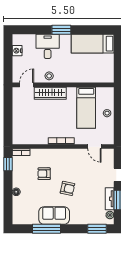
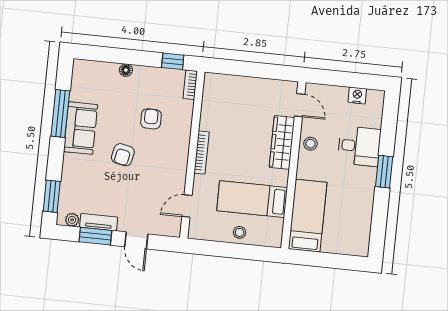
bed: (93, 44) -> (308, 216), moved

